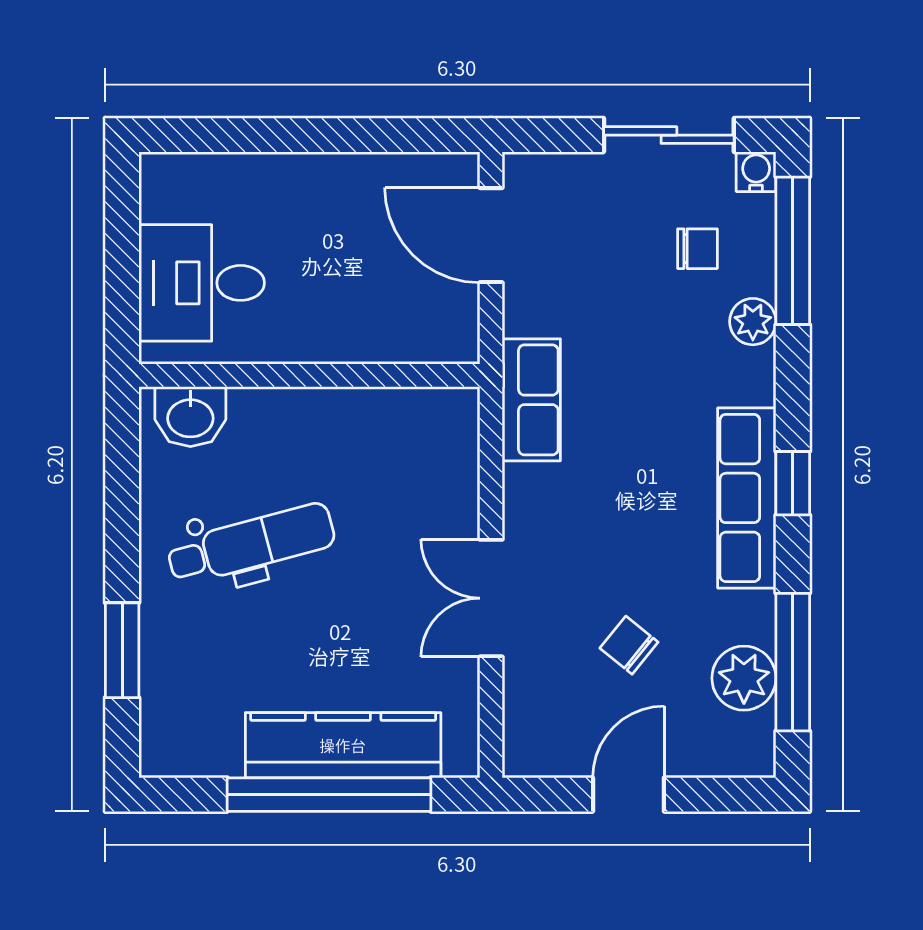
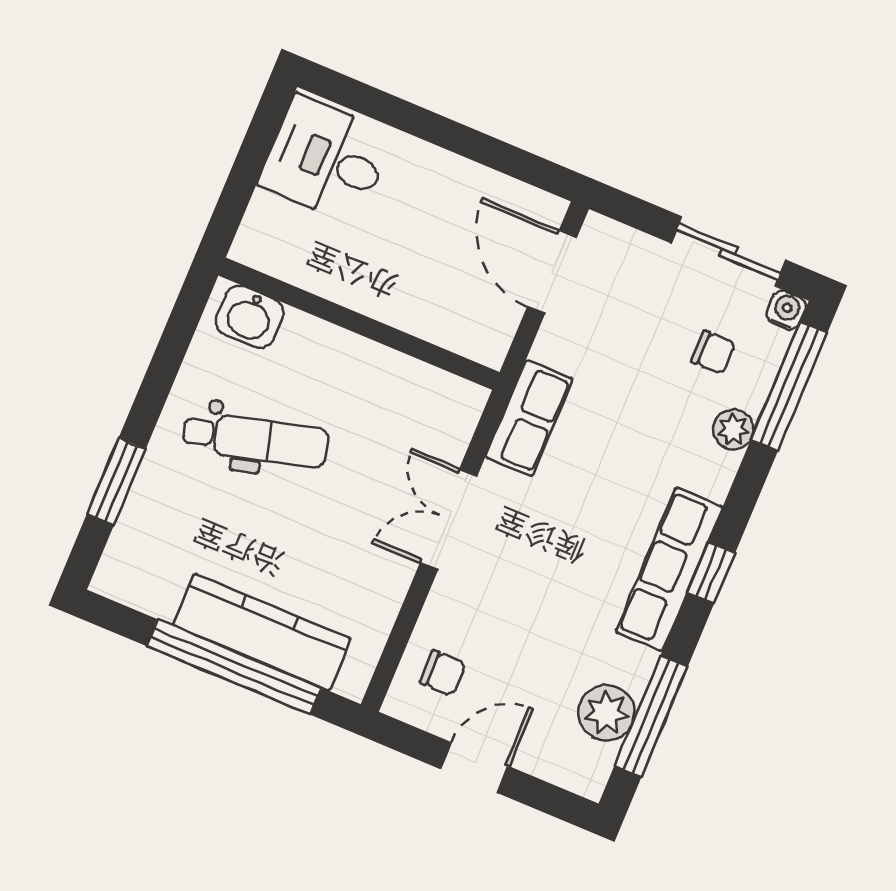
desk: (202, 283) -> (326, 159), moved
double door: (491, 598) -> (449, 519), moved
chair: (629, 645) -> (443, 673), moved, turned 141

